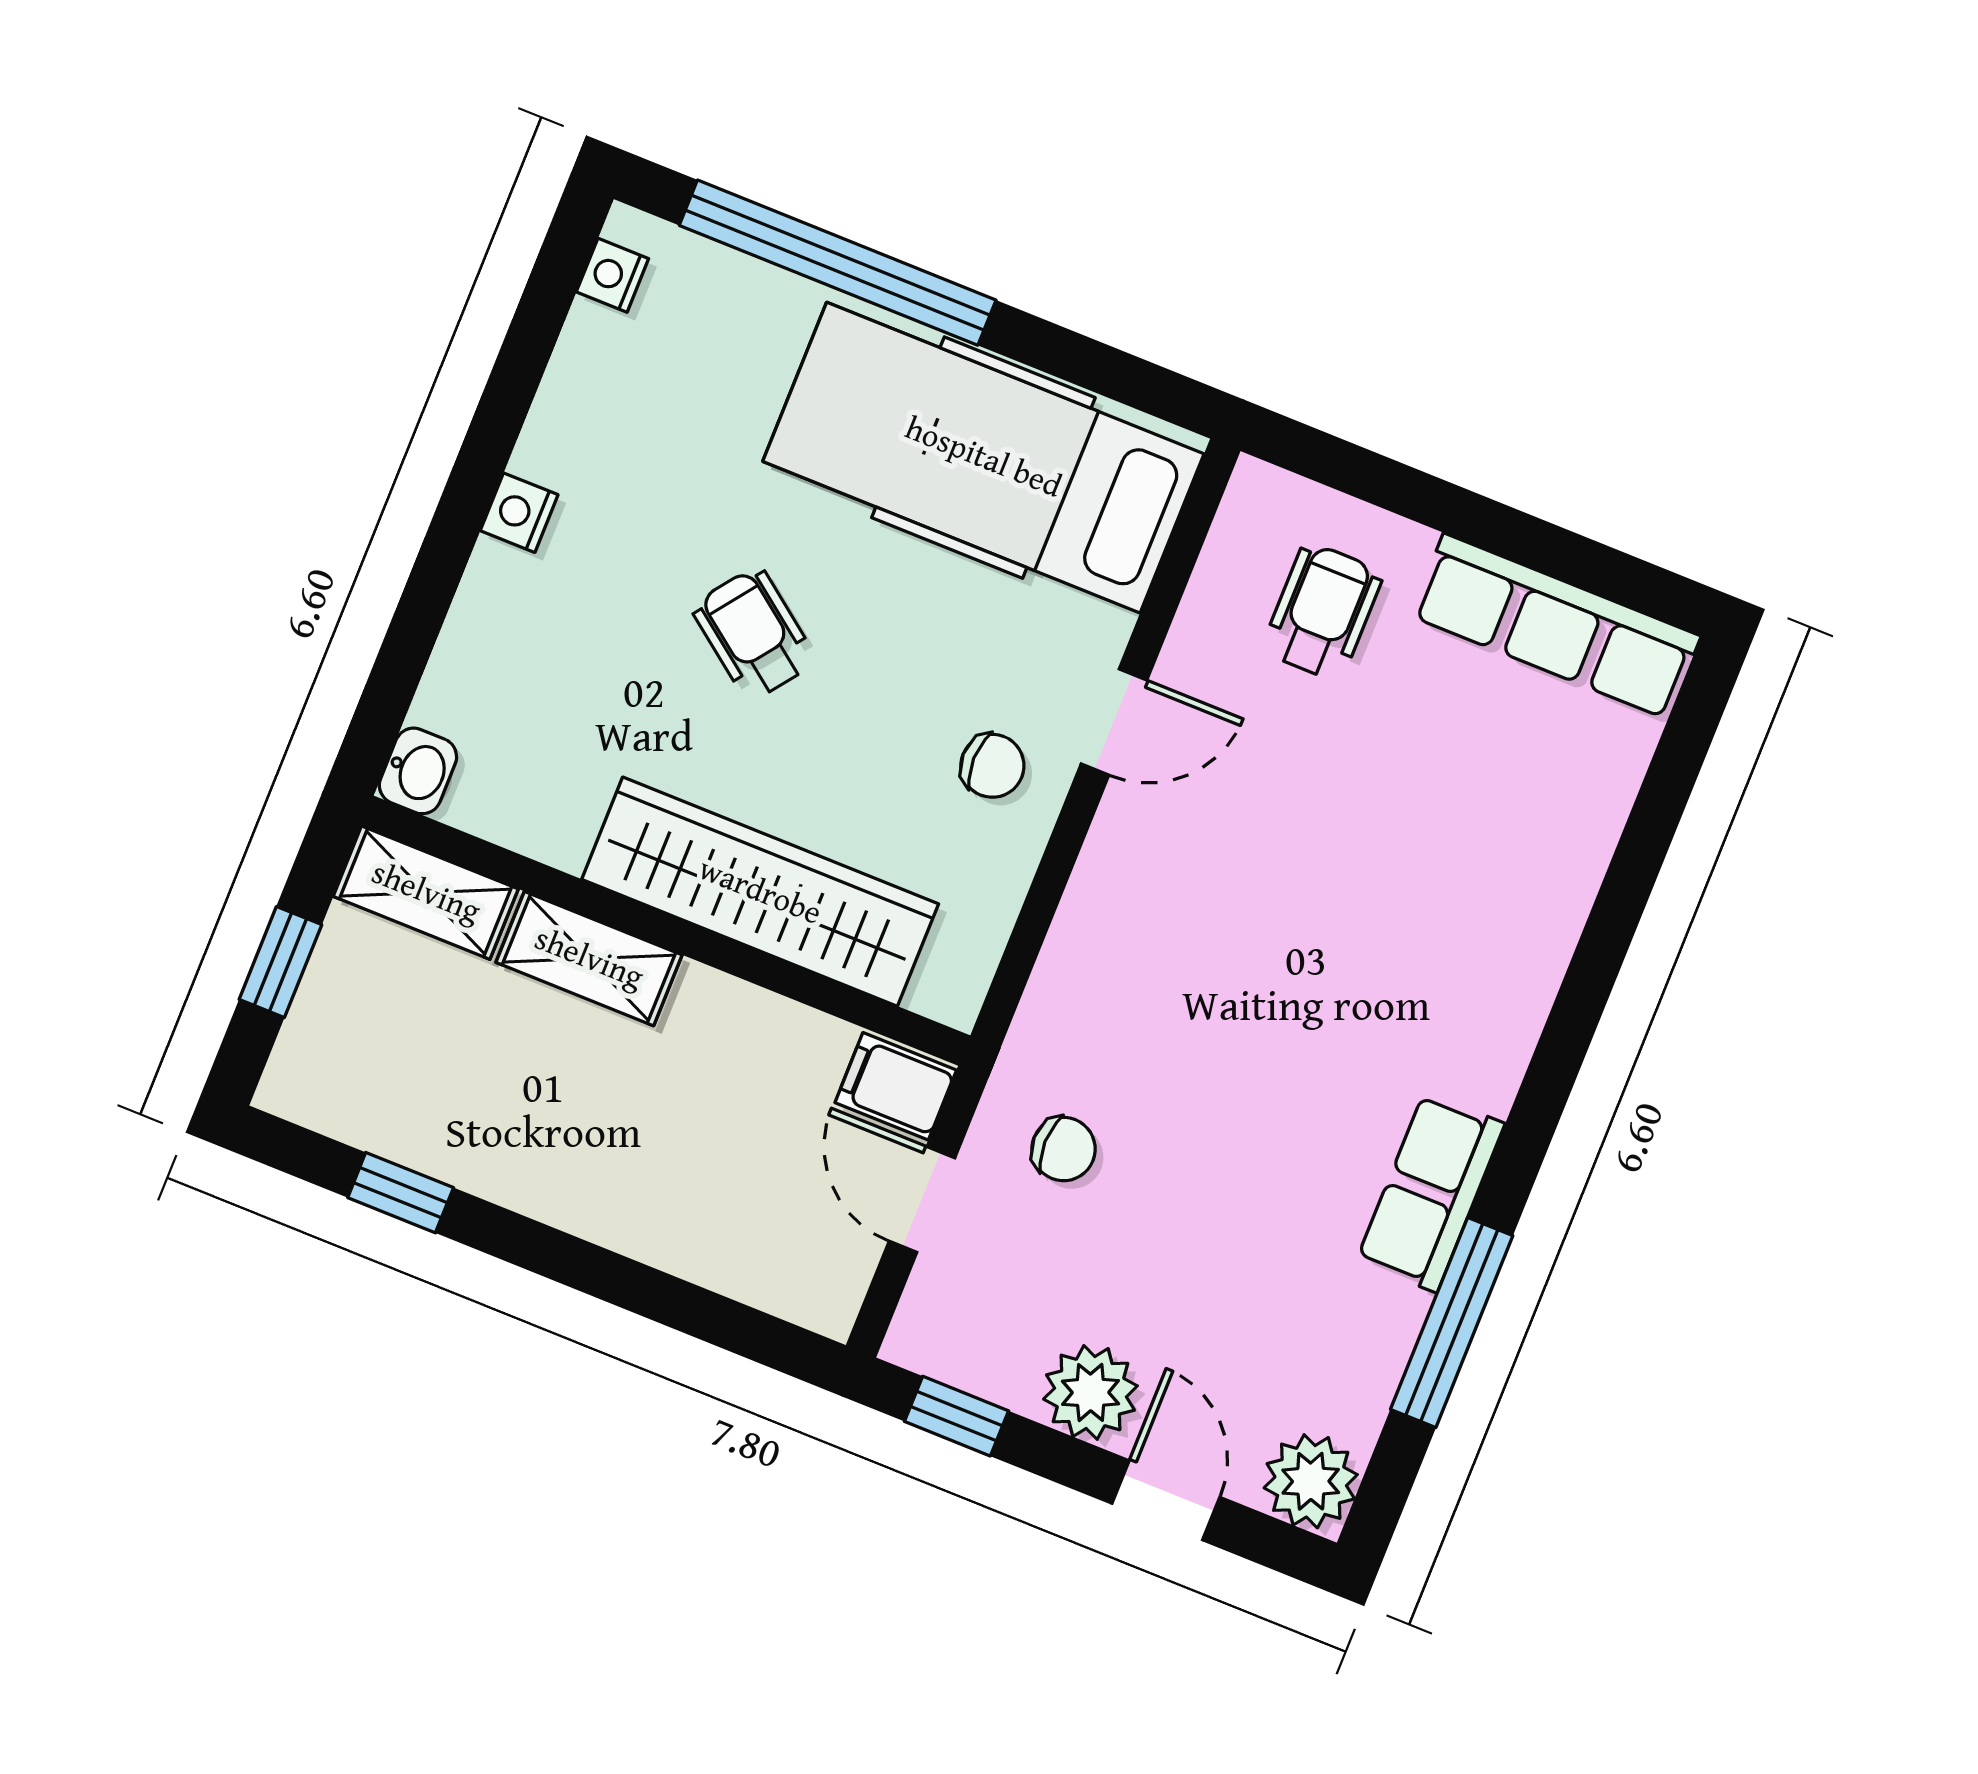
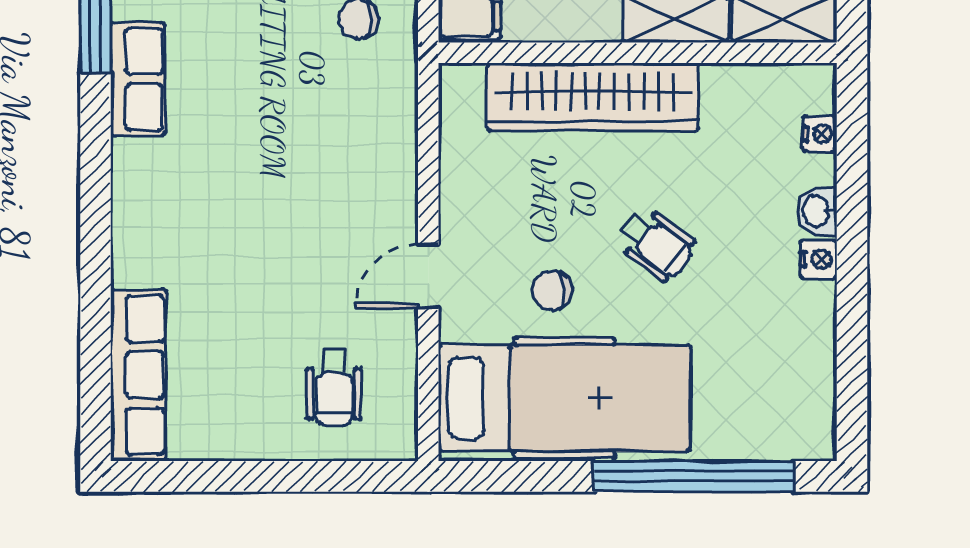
nightstand: (612, 275) -> (820, 134), moved
row of seats: (1556, 626) -> (138, 375), moved, turned 90
chair: (992, 766) -> (552, 290), moved
washbasin: (418, 771) -> (817, 211), moved

